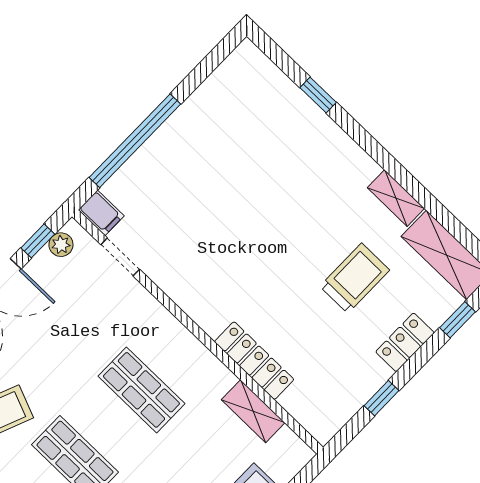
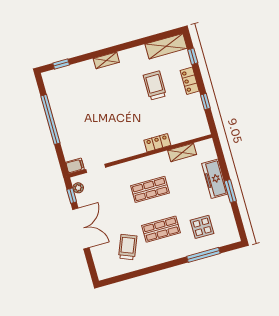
window: (318, 95) -> (61, 64), moved
window: (135, 141) -> (50, 119), moved
shelving: (396, 198) -> (106, 60), moved
locker: (254, 361) -> (157, 143), width x0.66

